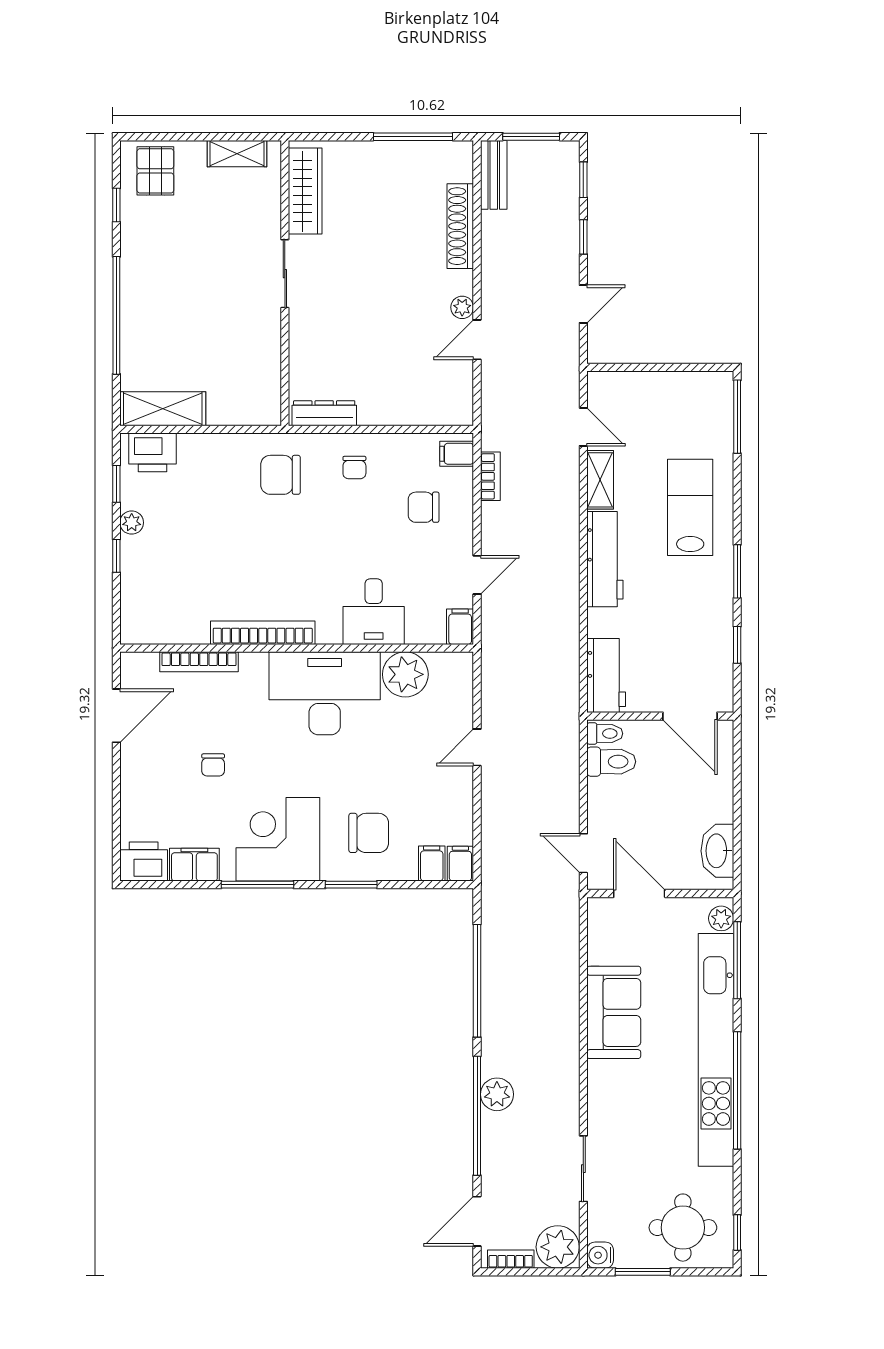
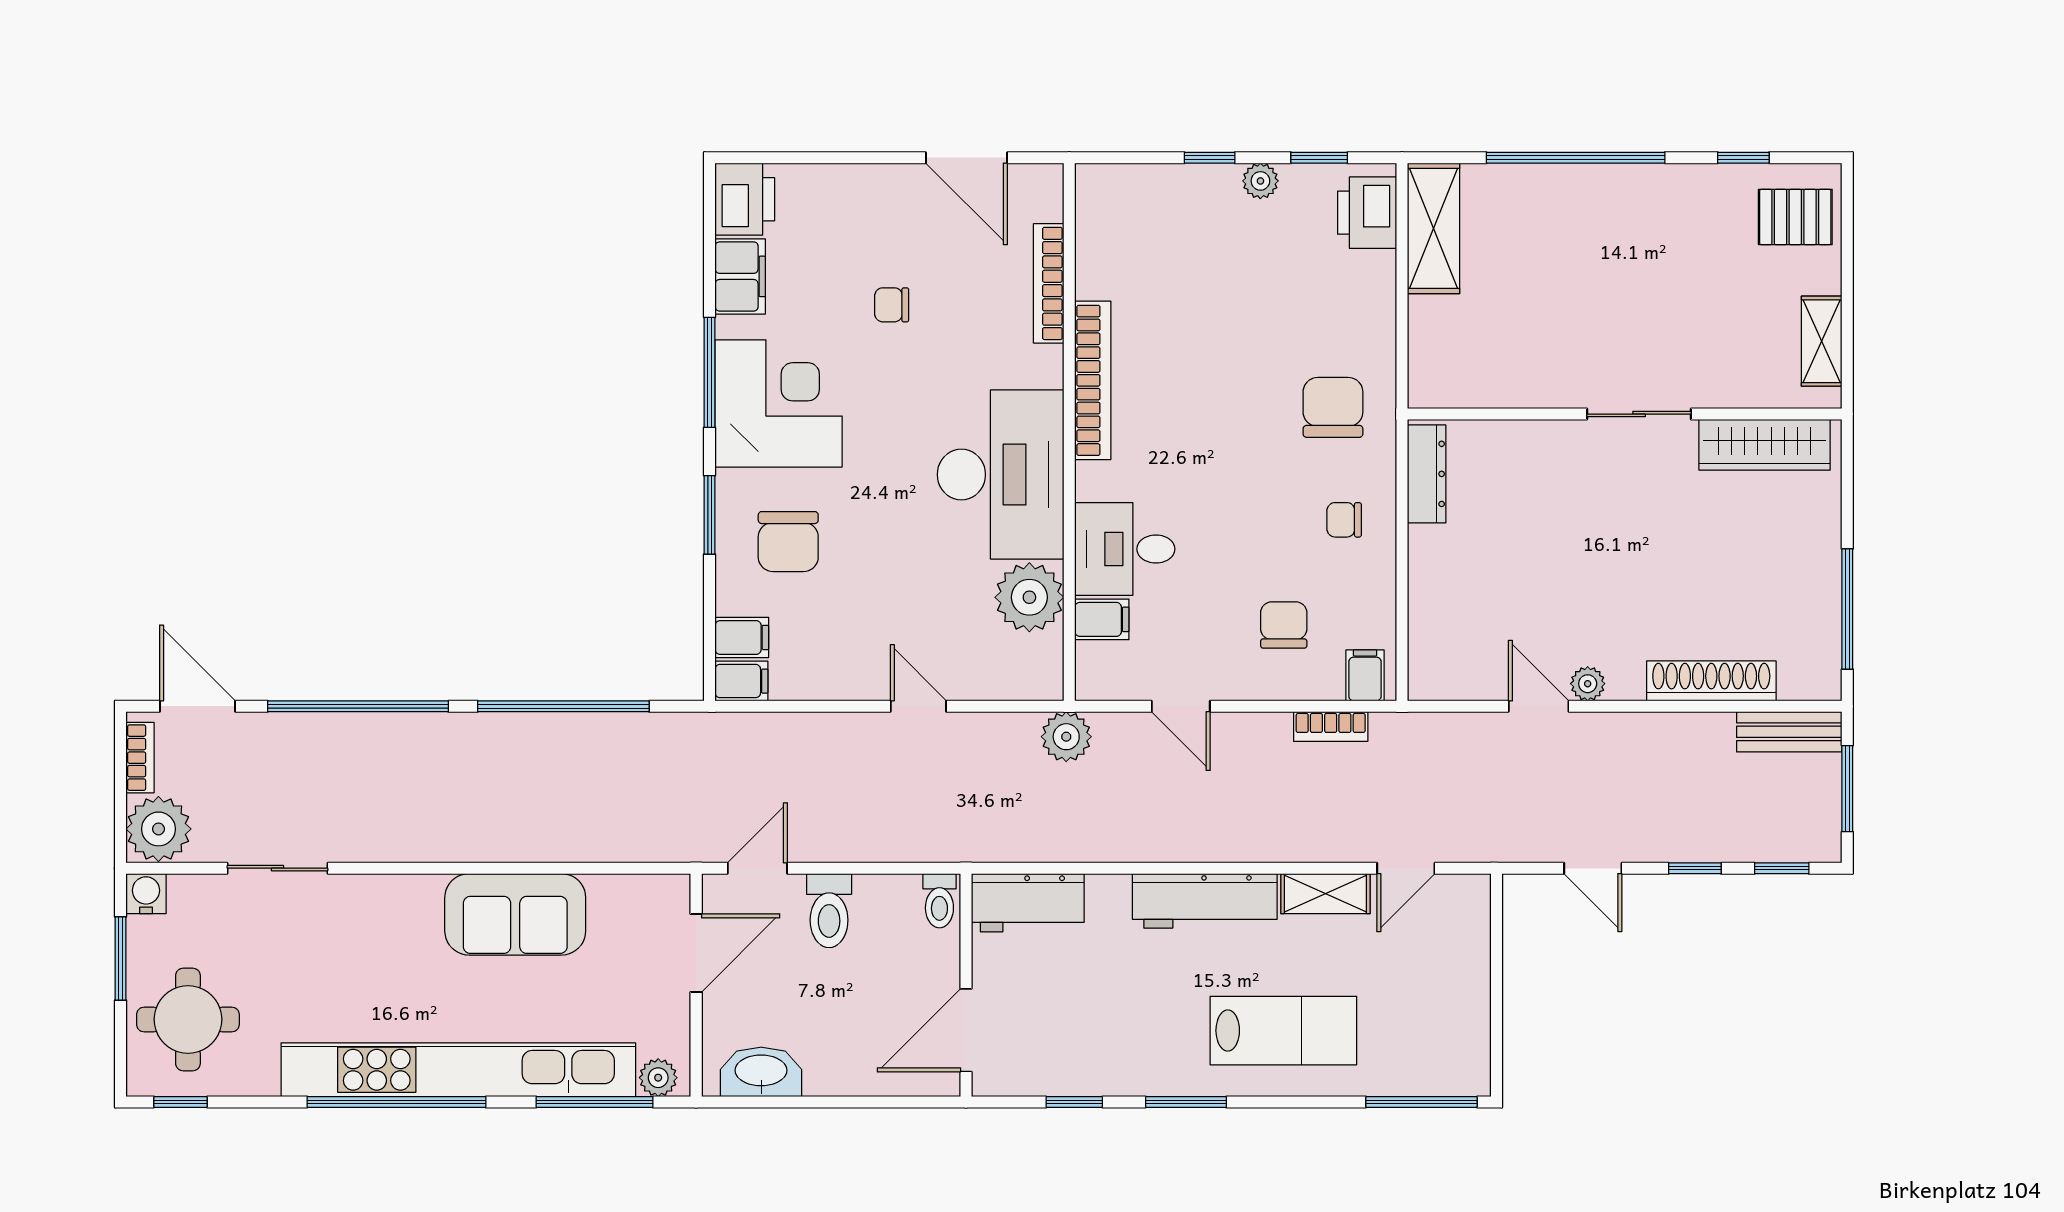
filing cabinet: (460, 627) -> (1102, 619), moved
toilet: (611, 762) -> (829, 911), moved
plant: (497, 1094) -> (1066, 737), moved

